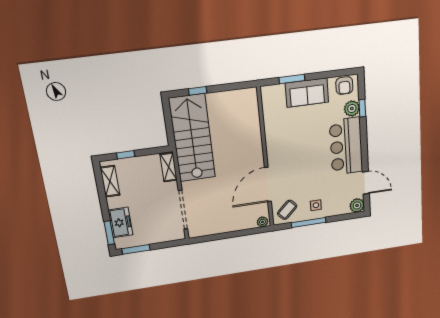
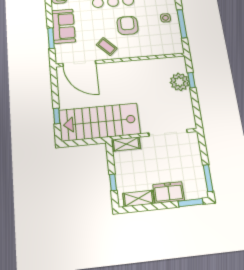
armchair: (307, 165) -> (127, 25), added
door: (268, 185) -> (79, 63), moved
coffee table: (287, 210) -> (107, 46), moved
plant: (262, 222) -> (180, 82), moved, width x1.88, depth x1.88
freezer: (121, 223) -> (169, 192), moved
window: (242, 233) -> (192, 80), added

